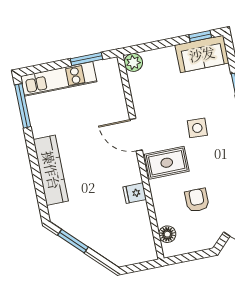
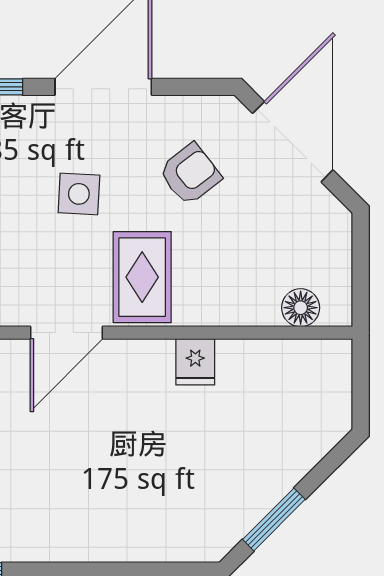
kitchen counter: (51, 170) -> (107, 537), removed
armchair: (197, 200) -> (190, 174), moved, turned 142

